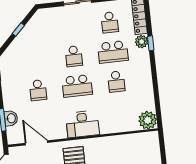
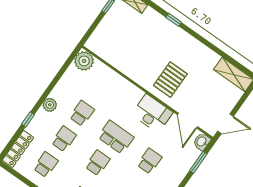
plant: (142, 42) -> (50, 105), moved
school desk: (113, 52) -> (64, 139), width x0.54
washbasin: (11, 118) -> (202, 142), moved
desk: (82, 124) -> (152, 113), moved

